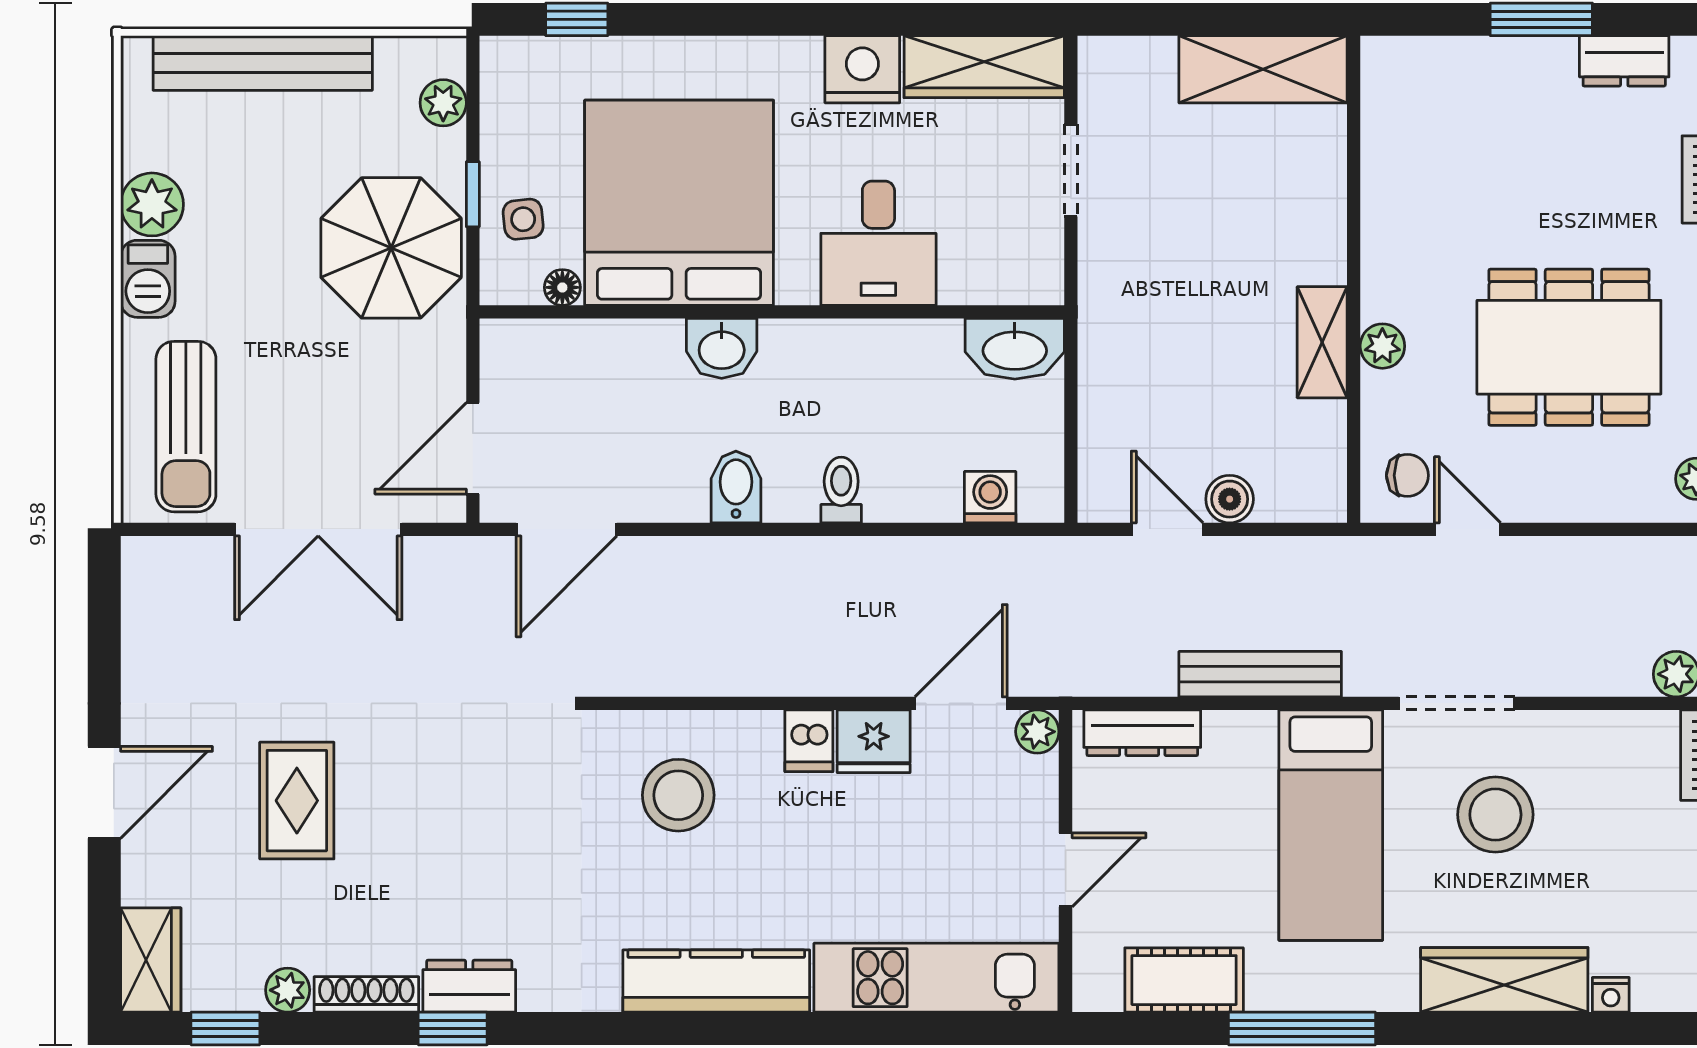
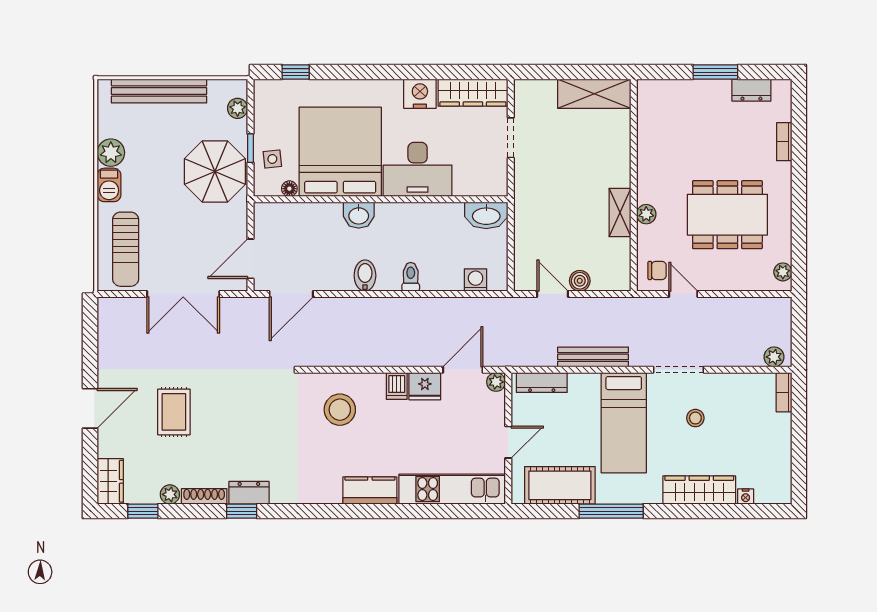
desk: (878, 243) -> (418, 169), width x1.37
stool: (1495, 815) -> (695, 418), width x0.53, depth x0.53
cot: (1184, 980) -> (560, 485), width x1.37, depth x1.34
kitchen counter: (716, 981) -> (370, 491), width x0.67

